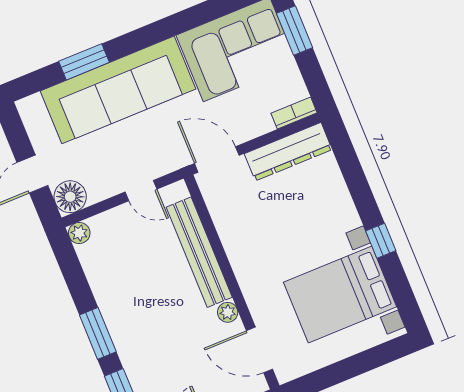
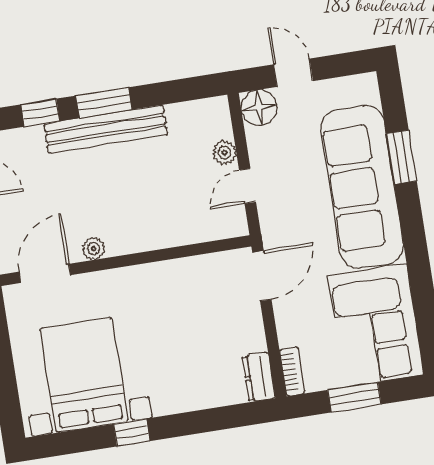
window: (294, 30) -> (354, 397), moved
dresser: (288, 152) -> (259, 377), width x0.51, depth x0.80
plant: (79, 233) -> (224, 153), moved
bench: (199, 252) -> (106, 129), moved

